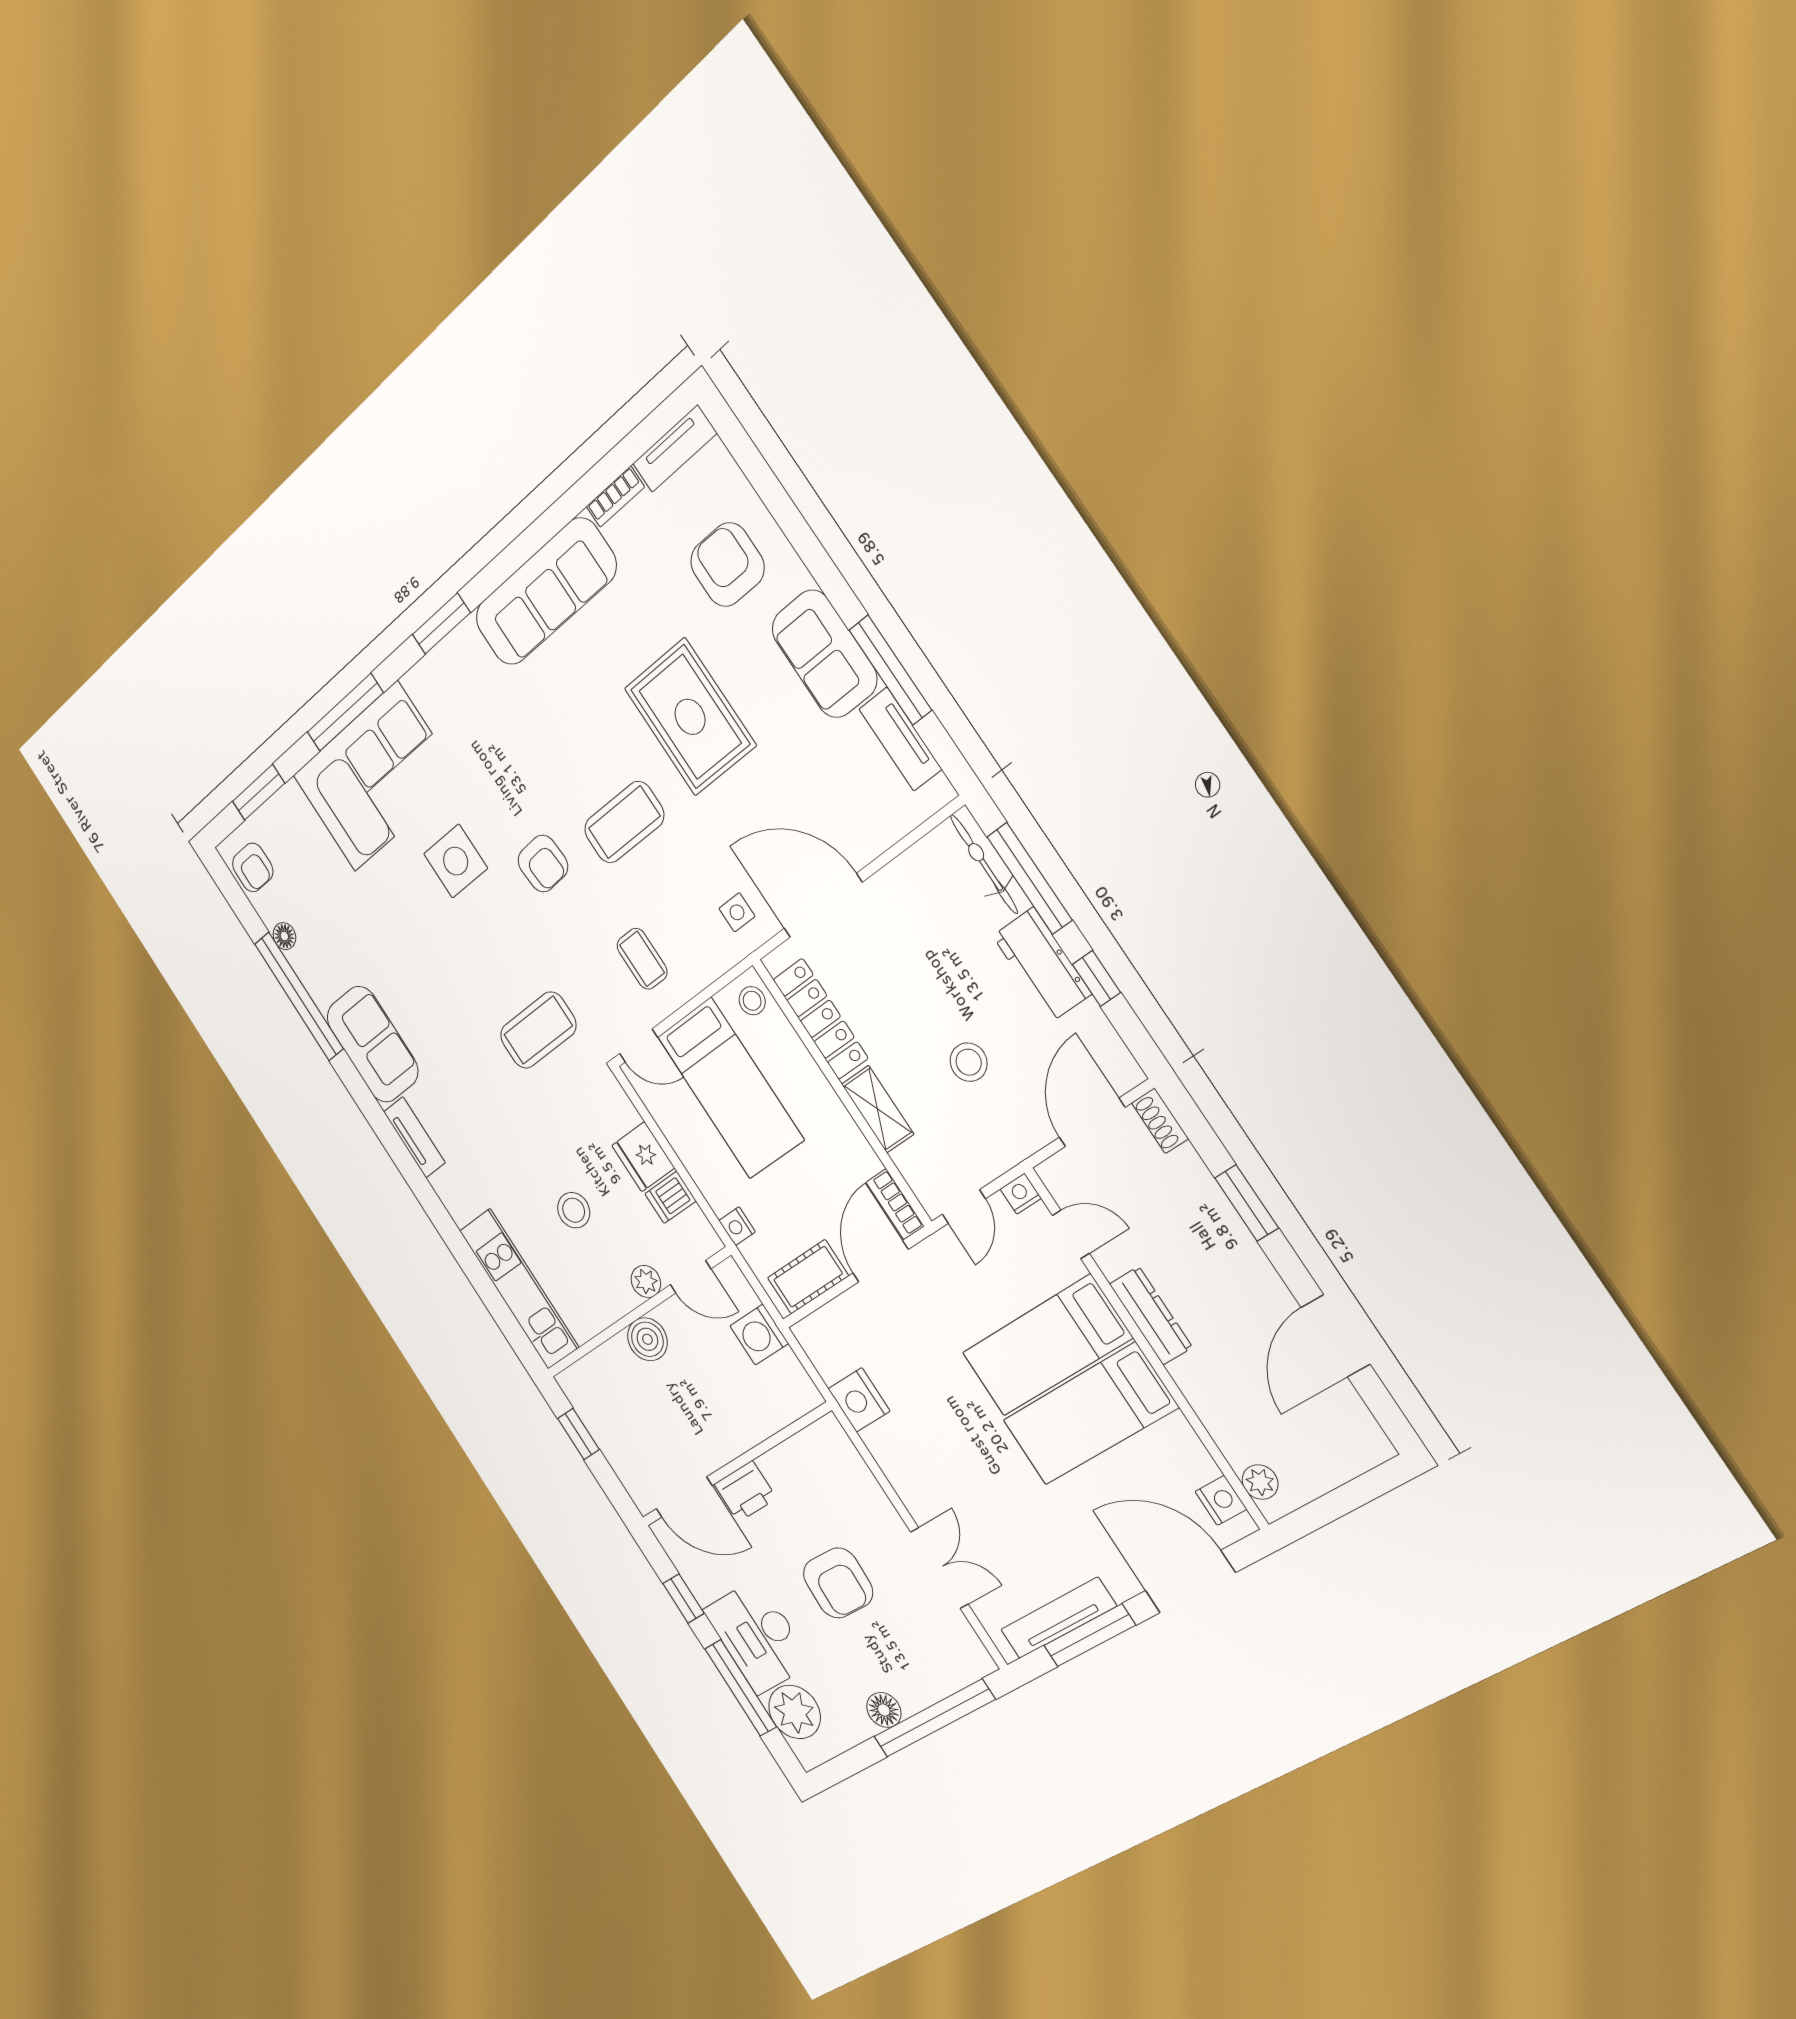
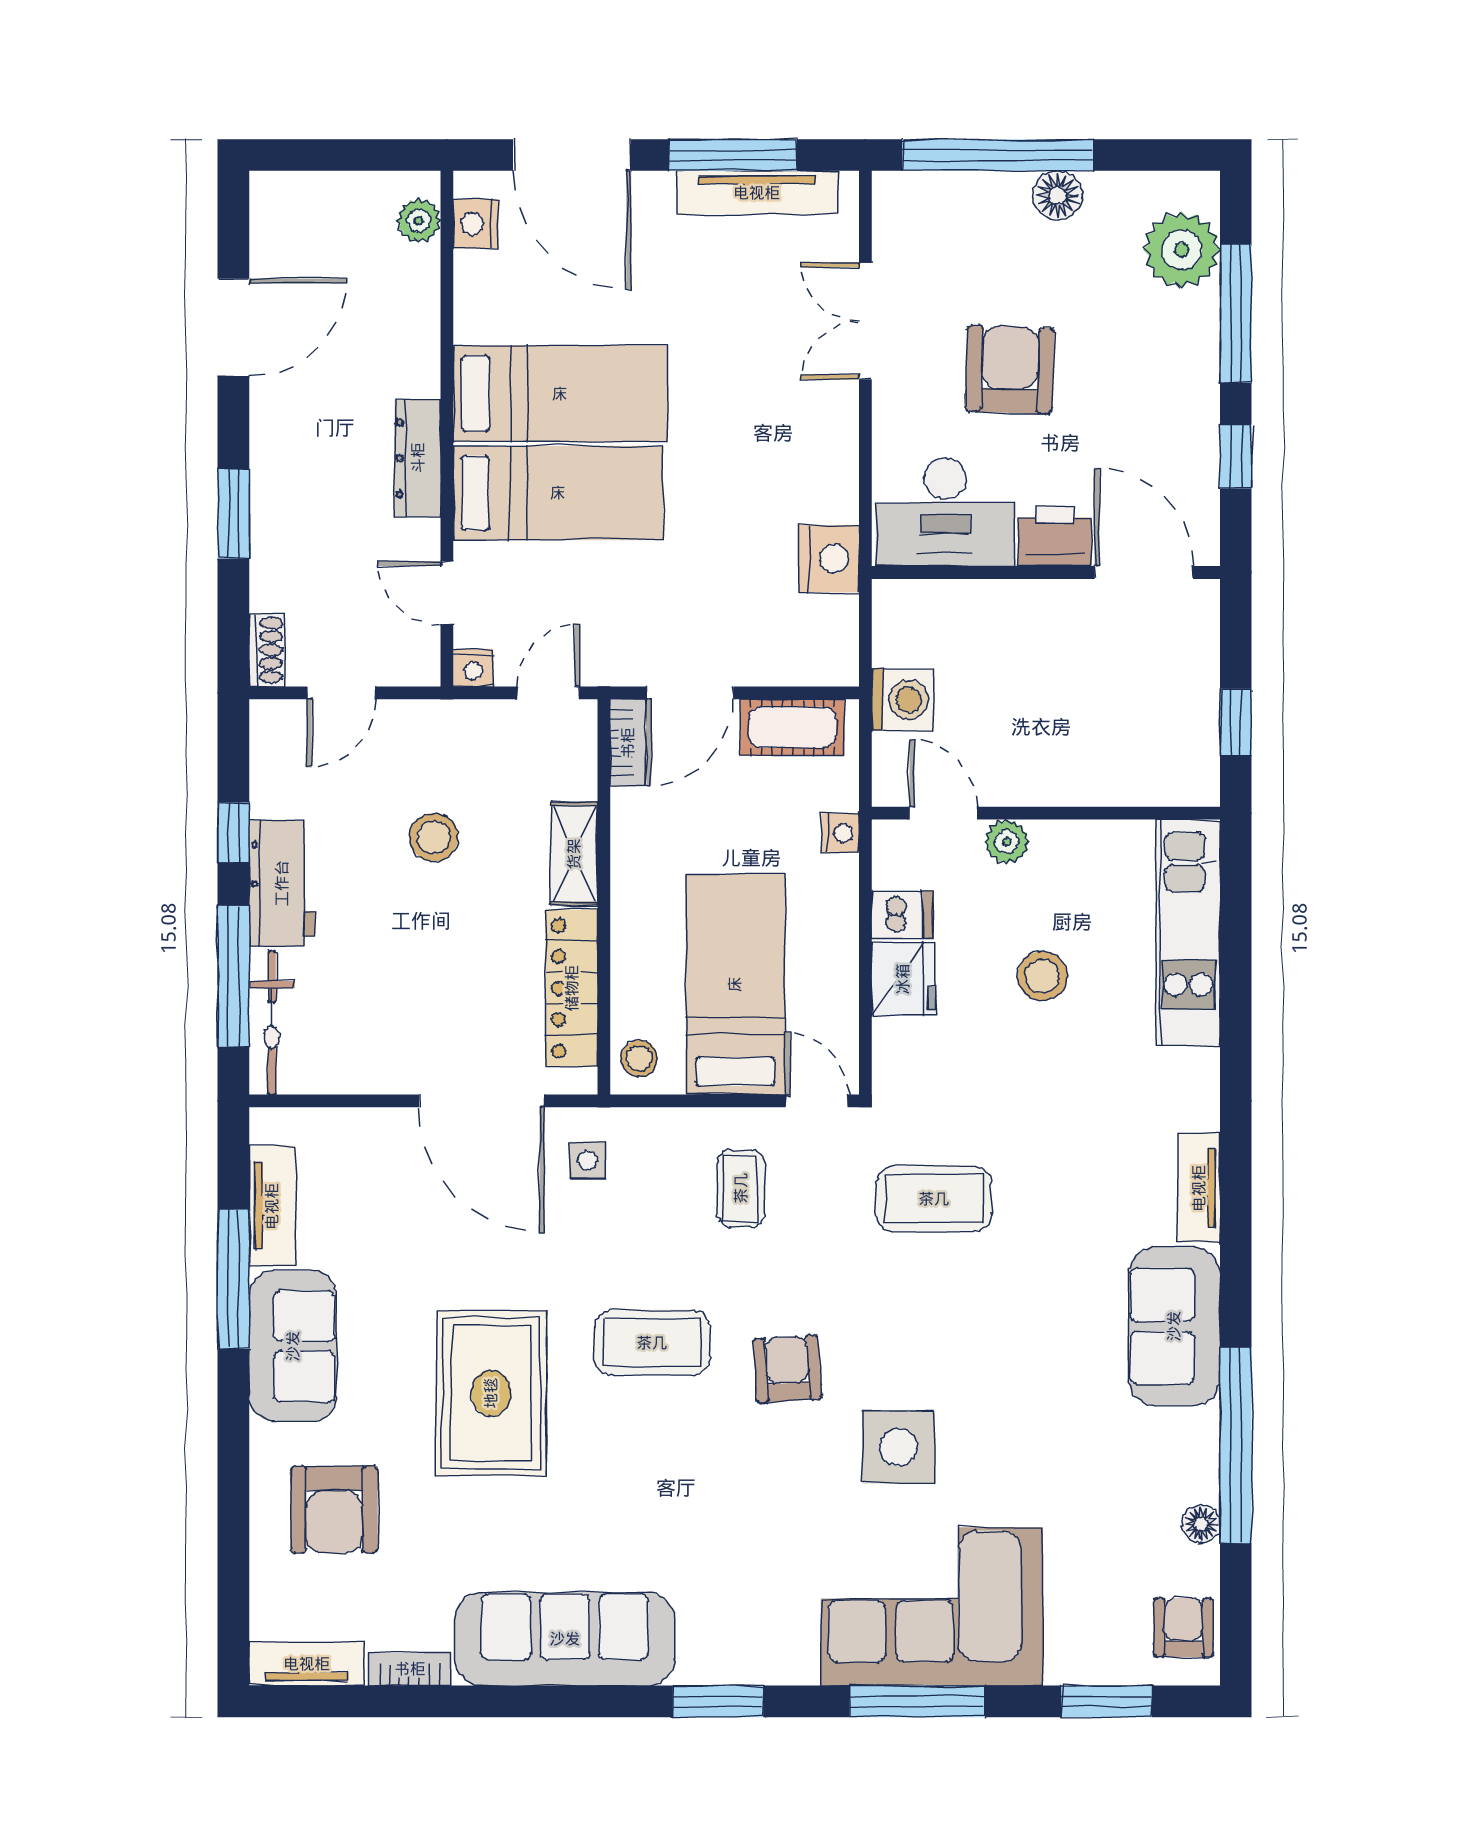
door: (1092, 1122) -> (341, 693), width x0.73
boiler: (647, 1339) -> (1055, 777), removed
desk: (758, 1637) -> (945, 512), moved, turned 90

